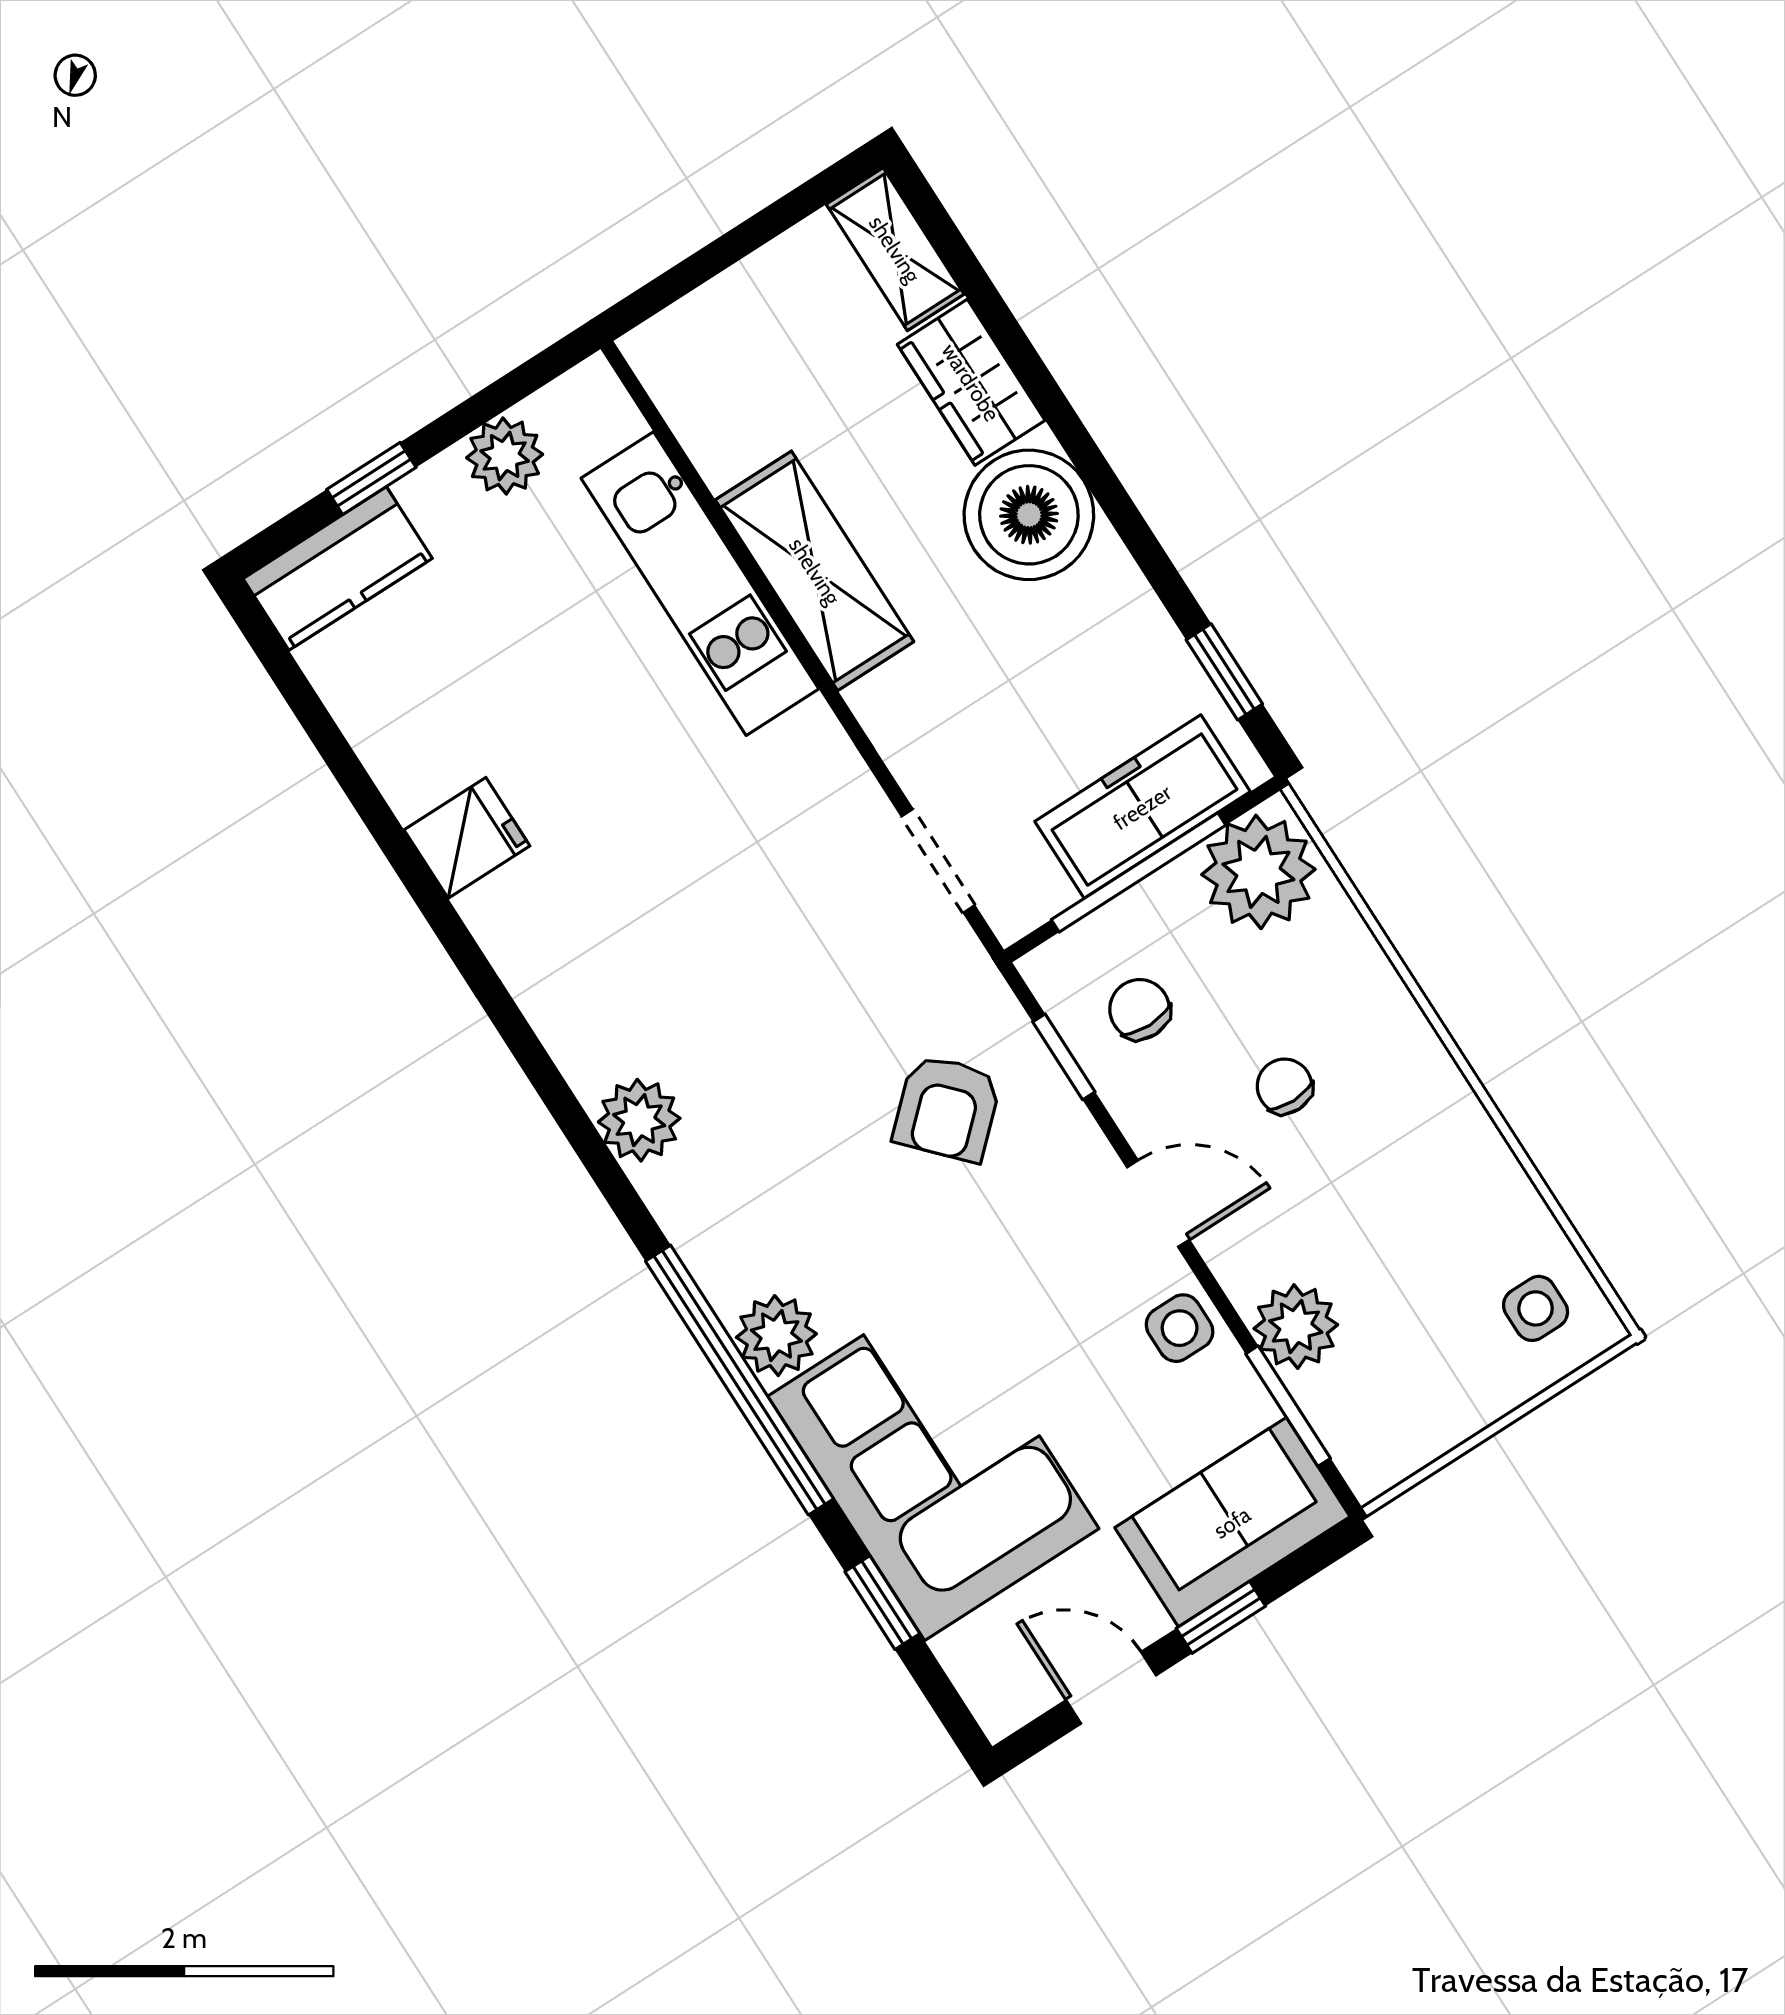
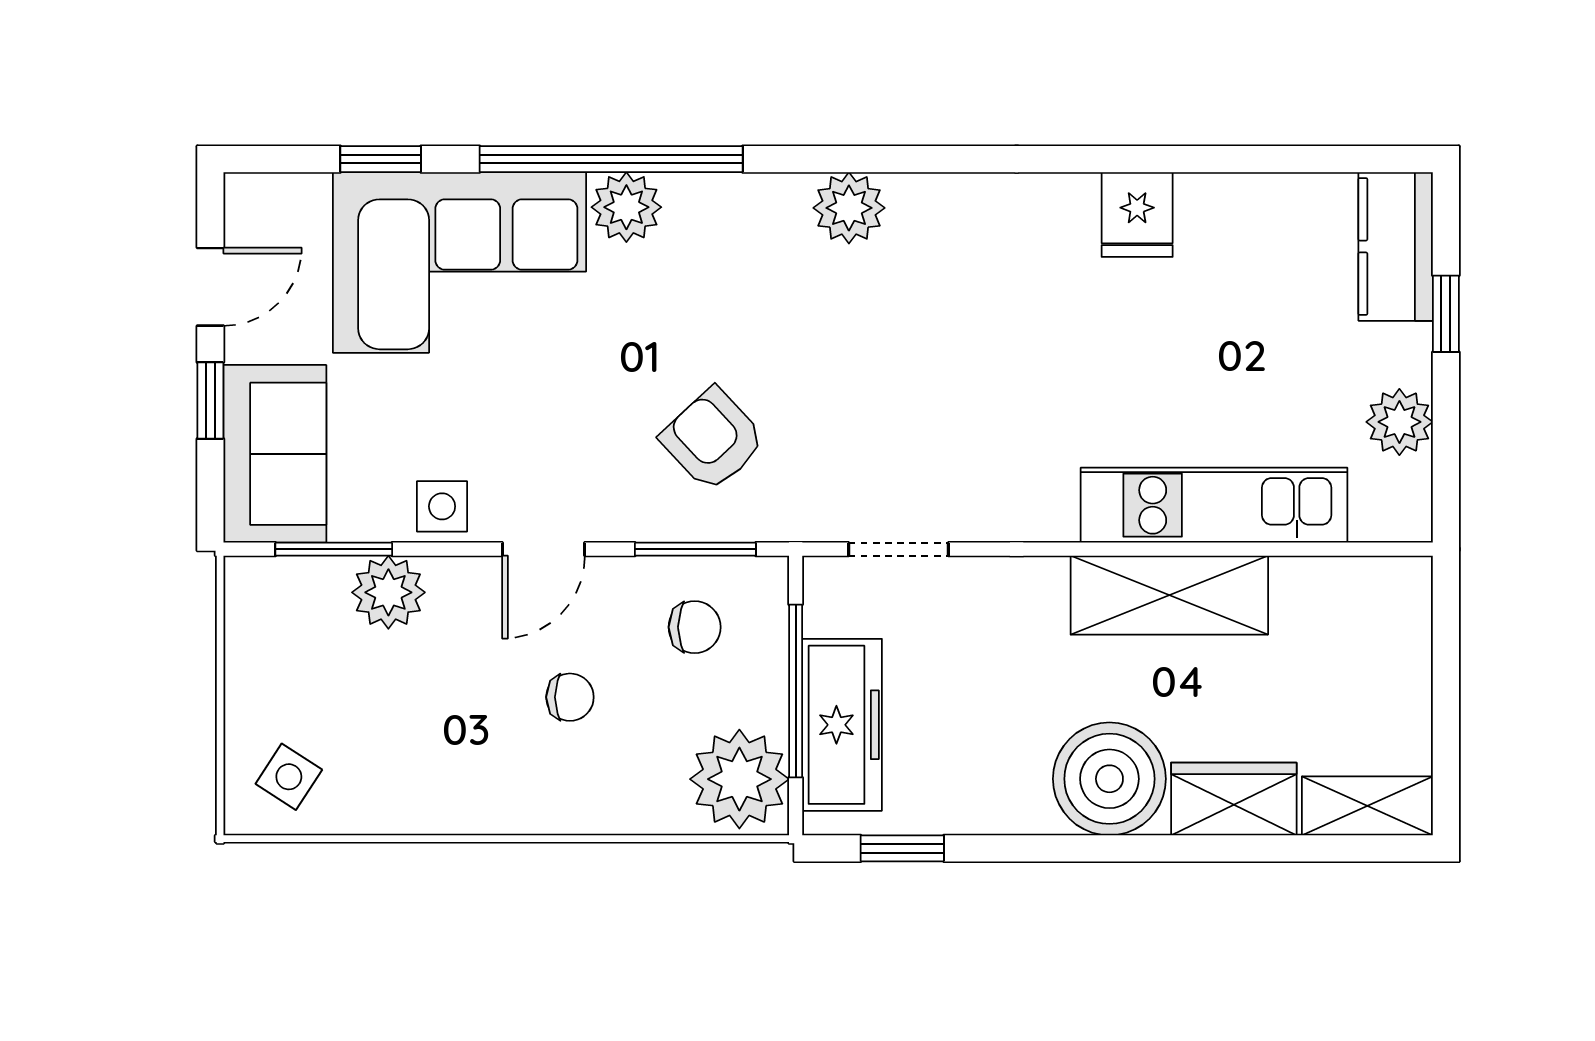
window: (1064, 1057) -> (695, 549), width x1.50
side table: (1536, 1308) -> (289, 777), turned 33

